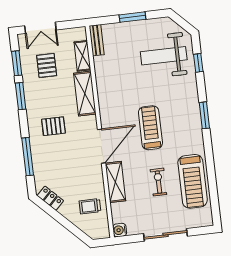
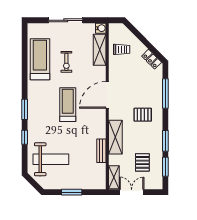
double door: (40, 28) -> (132, 192), moved
bench: (97, 40) -> (101, 151), moved
shelving: (82, 56) -> (114, 177), moved
window: (198, 63) -> (25, 137), moved
treadmill: (150, 128) -> (68, 105), turned 180
shelving: (115, 182) -> (100, 50), moved

